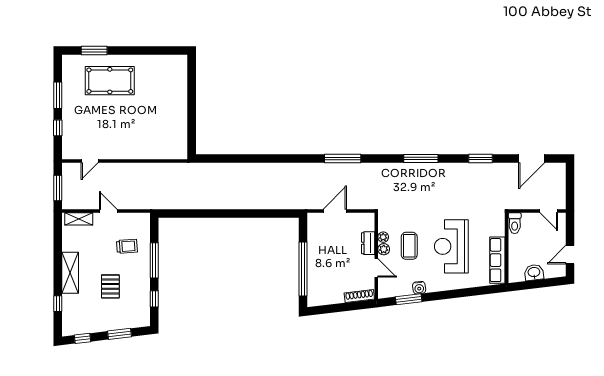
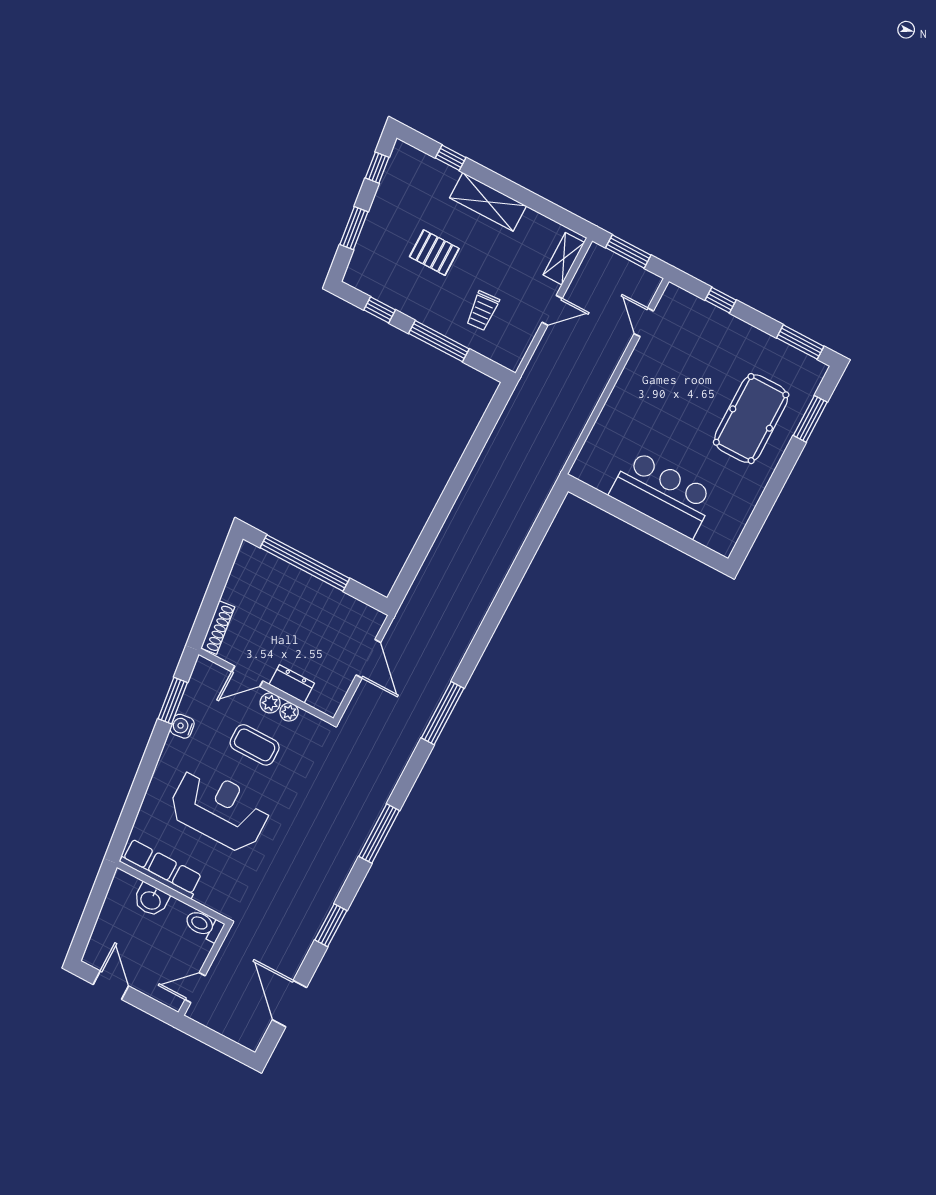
window: (58, 95) -> (800, 342), moved
bar counter: (172, 106) -> (662, 494), added
washbasin: (534, 272) -> (151, 900), moved, turned 97

